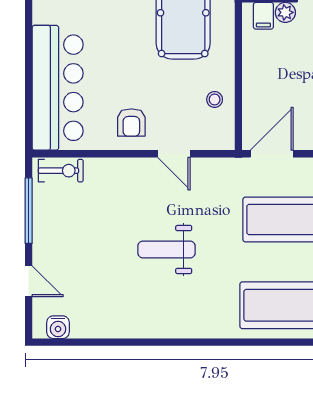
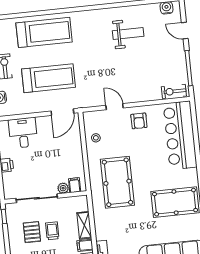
armchair: (131, 123) -> (139, 121), turned 180
weight bench: (167, 250) -> (128, 34), moved

